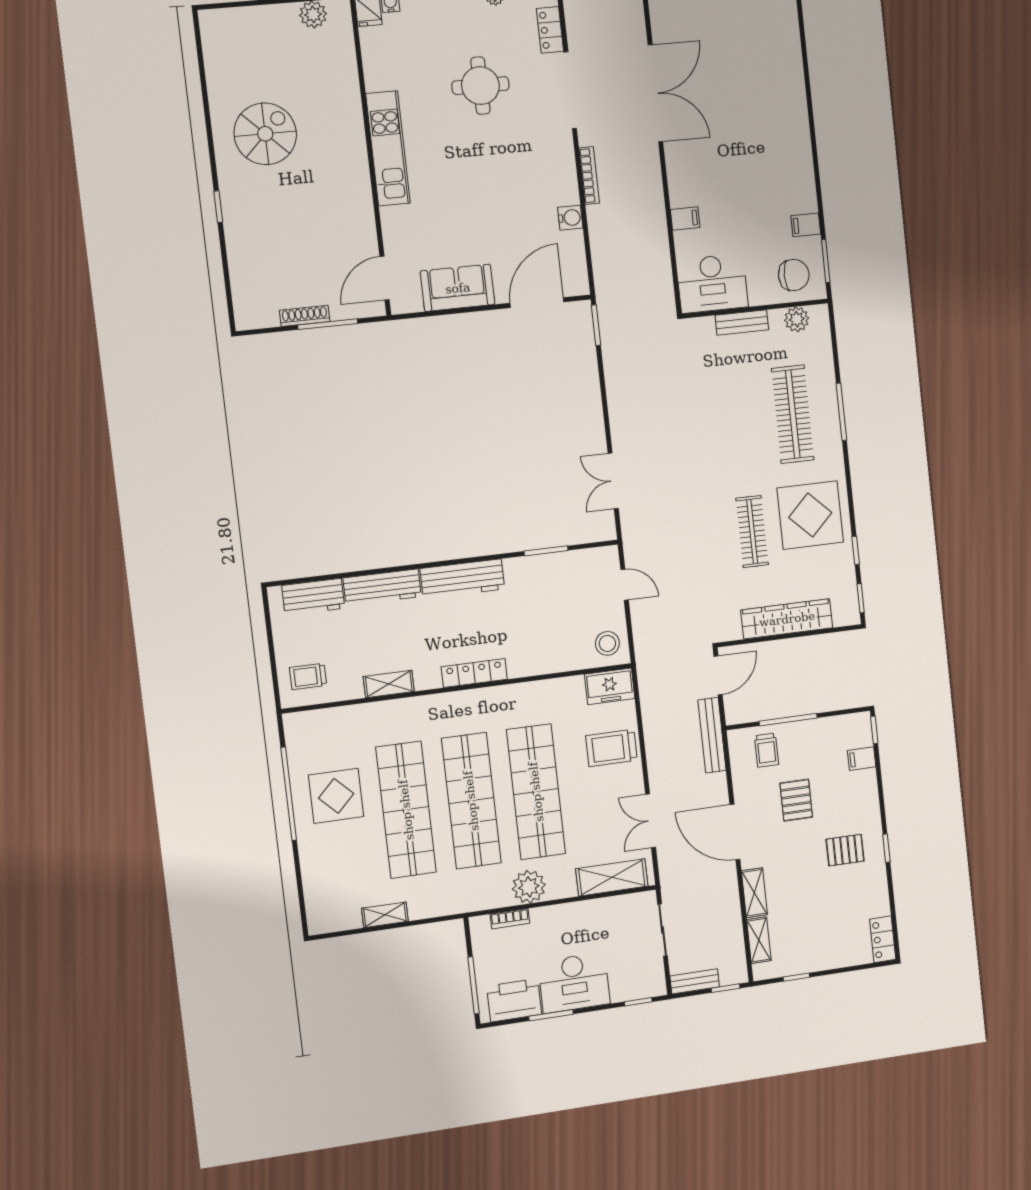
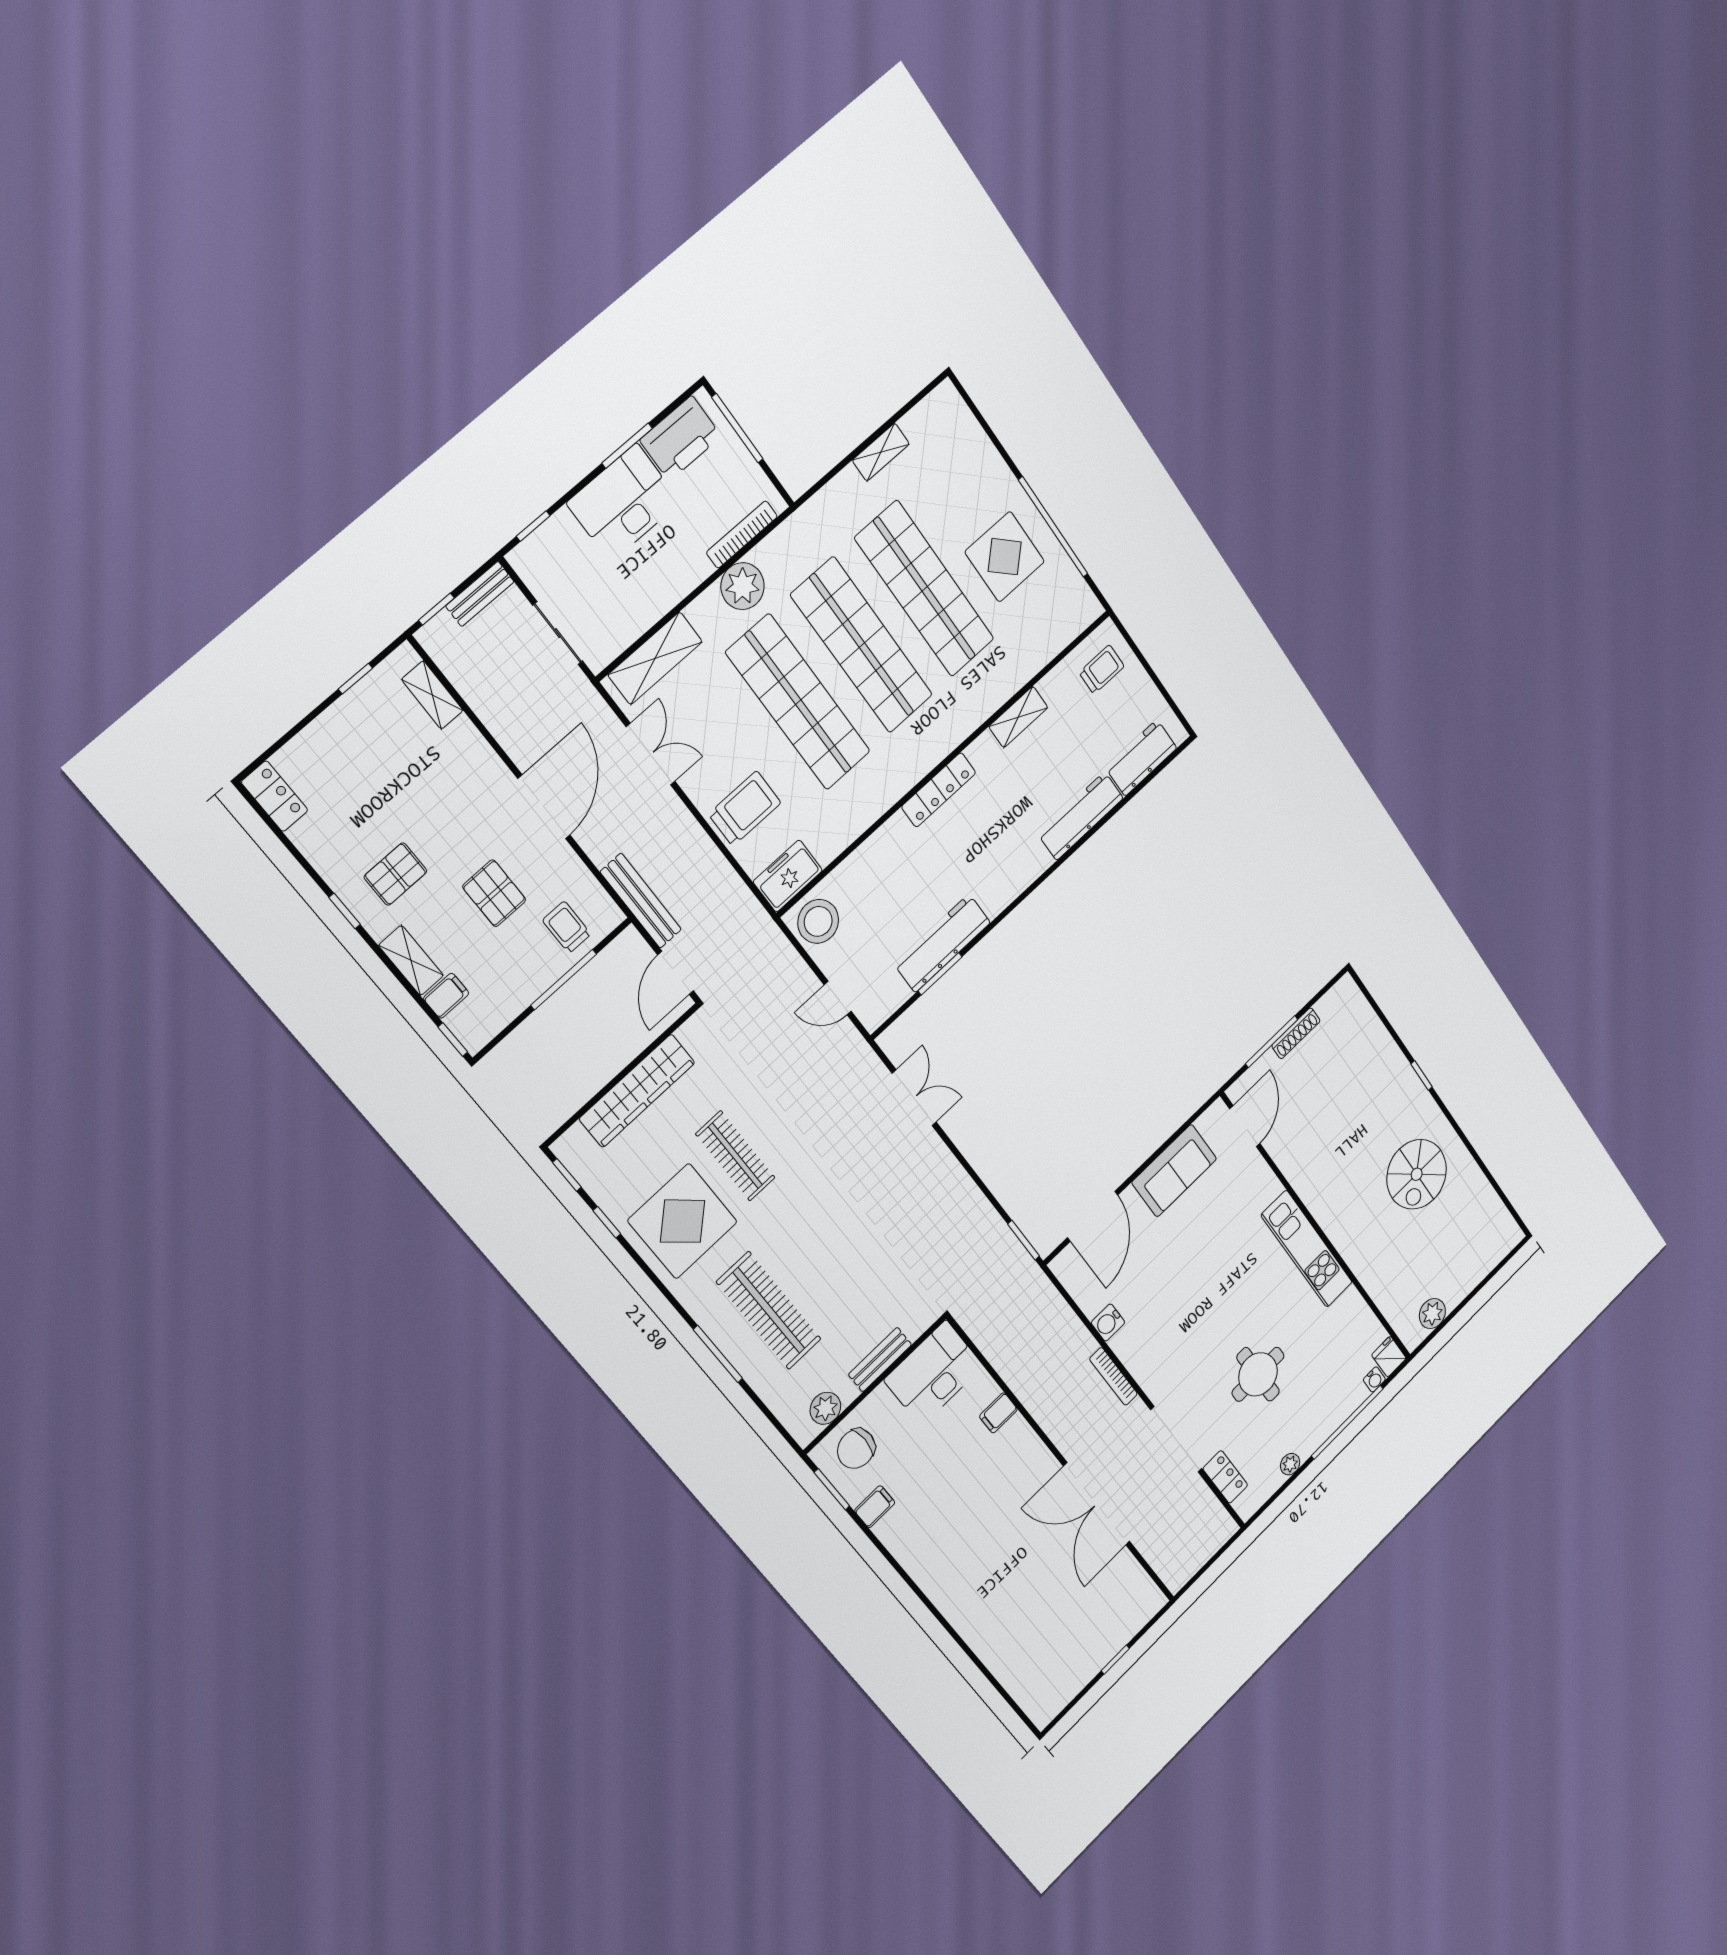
workbench: (462, 579) -> (942, 943), moved
stool: (607, 643) -> (818, 921), width x1.38, depth x1.38
door: (735, 832) -> (544, 807), hinge flipped
shelving: (754, 893) -> (411, 960), moved
bookcase: (510, 919) -> (742, 534), width x1.56

